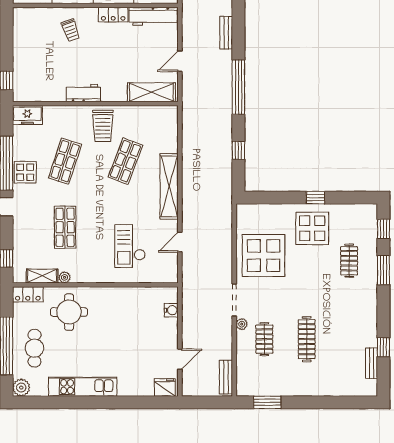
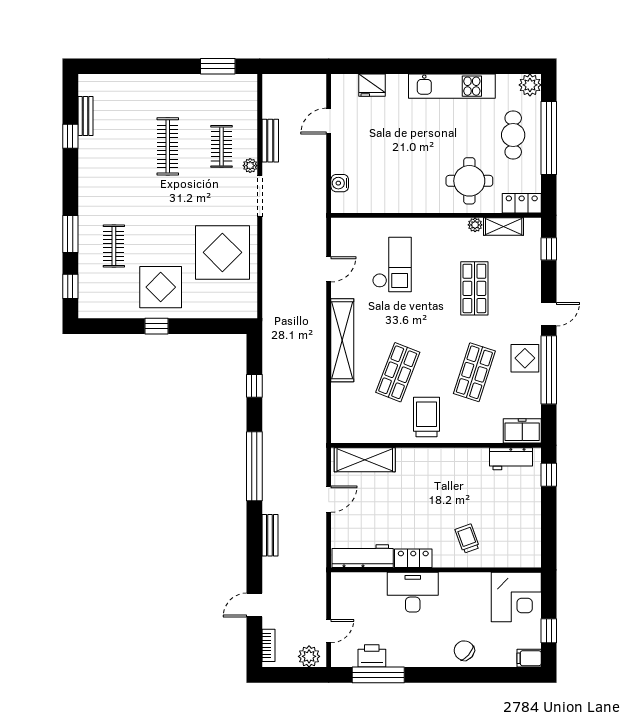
workbench: (83, 93) -> (511, 459), moved
bench: (226, 377) -> (270, 141), moved
fridge: (165, 387) -> (372, 85), moved

